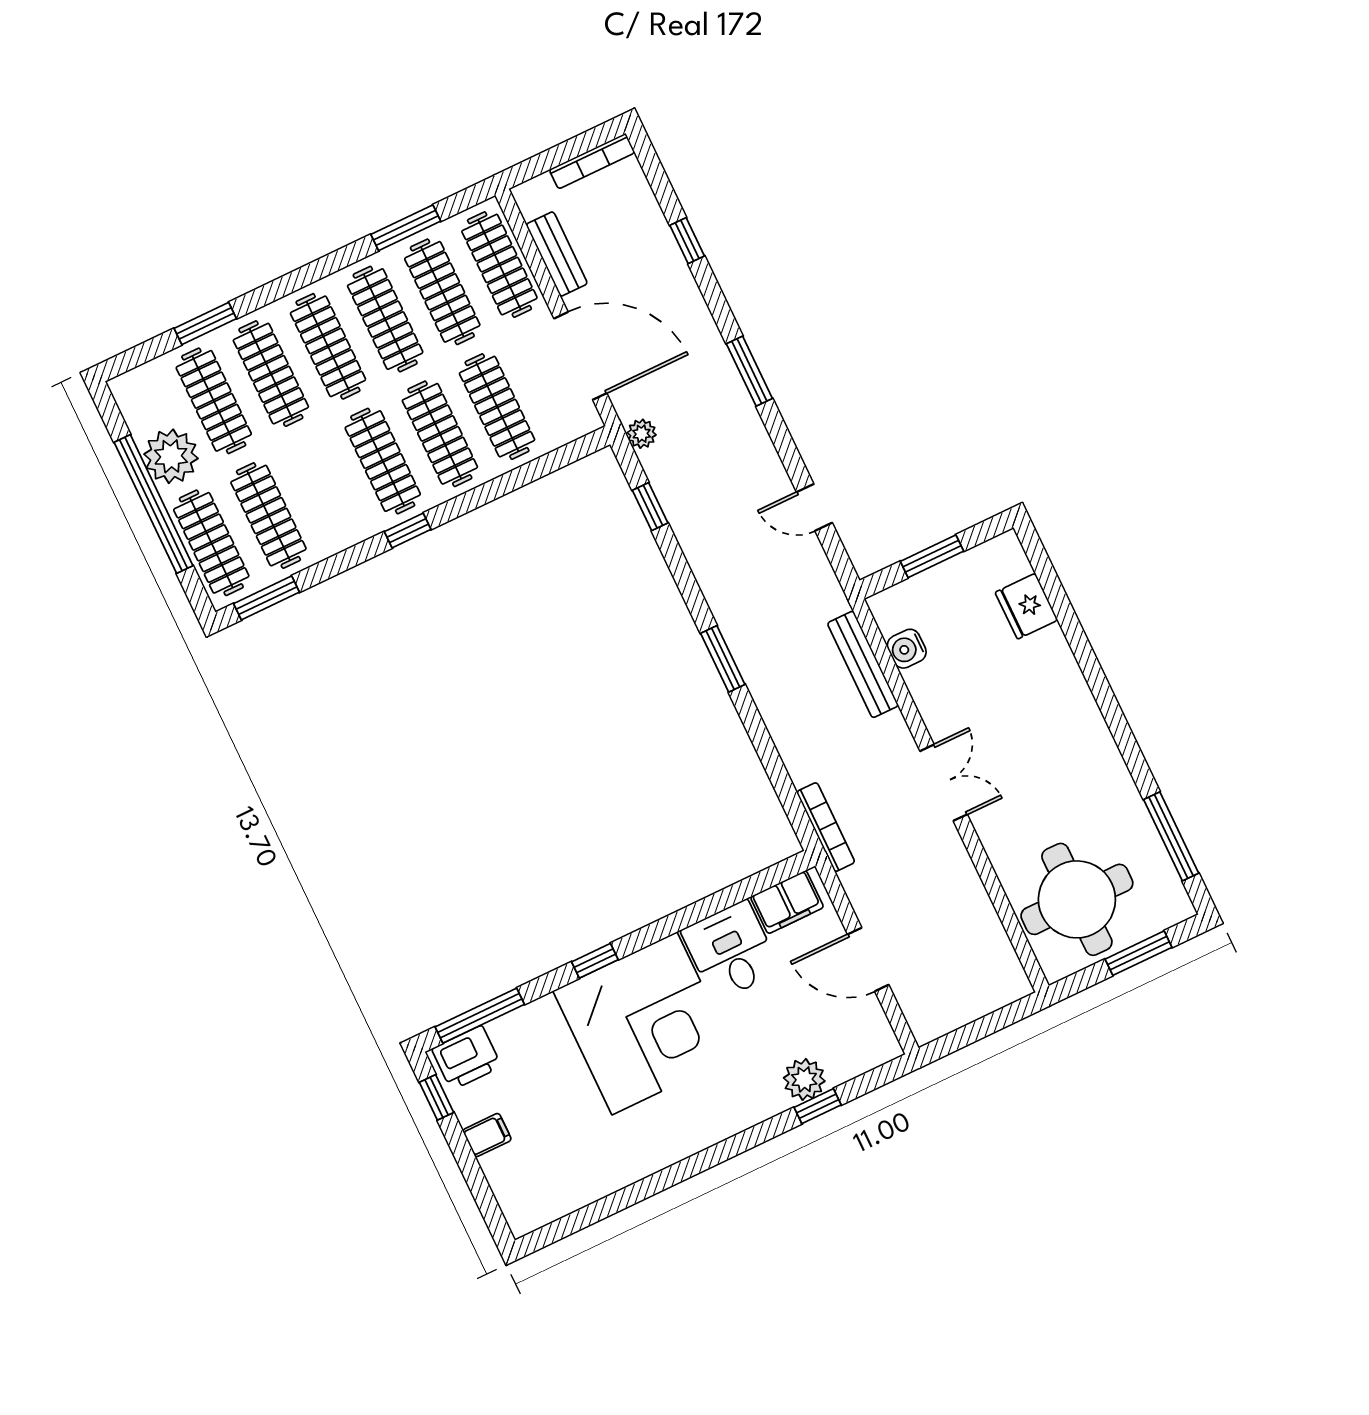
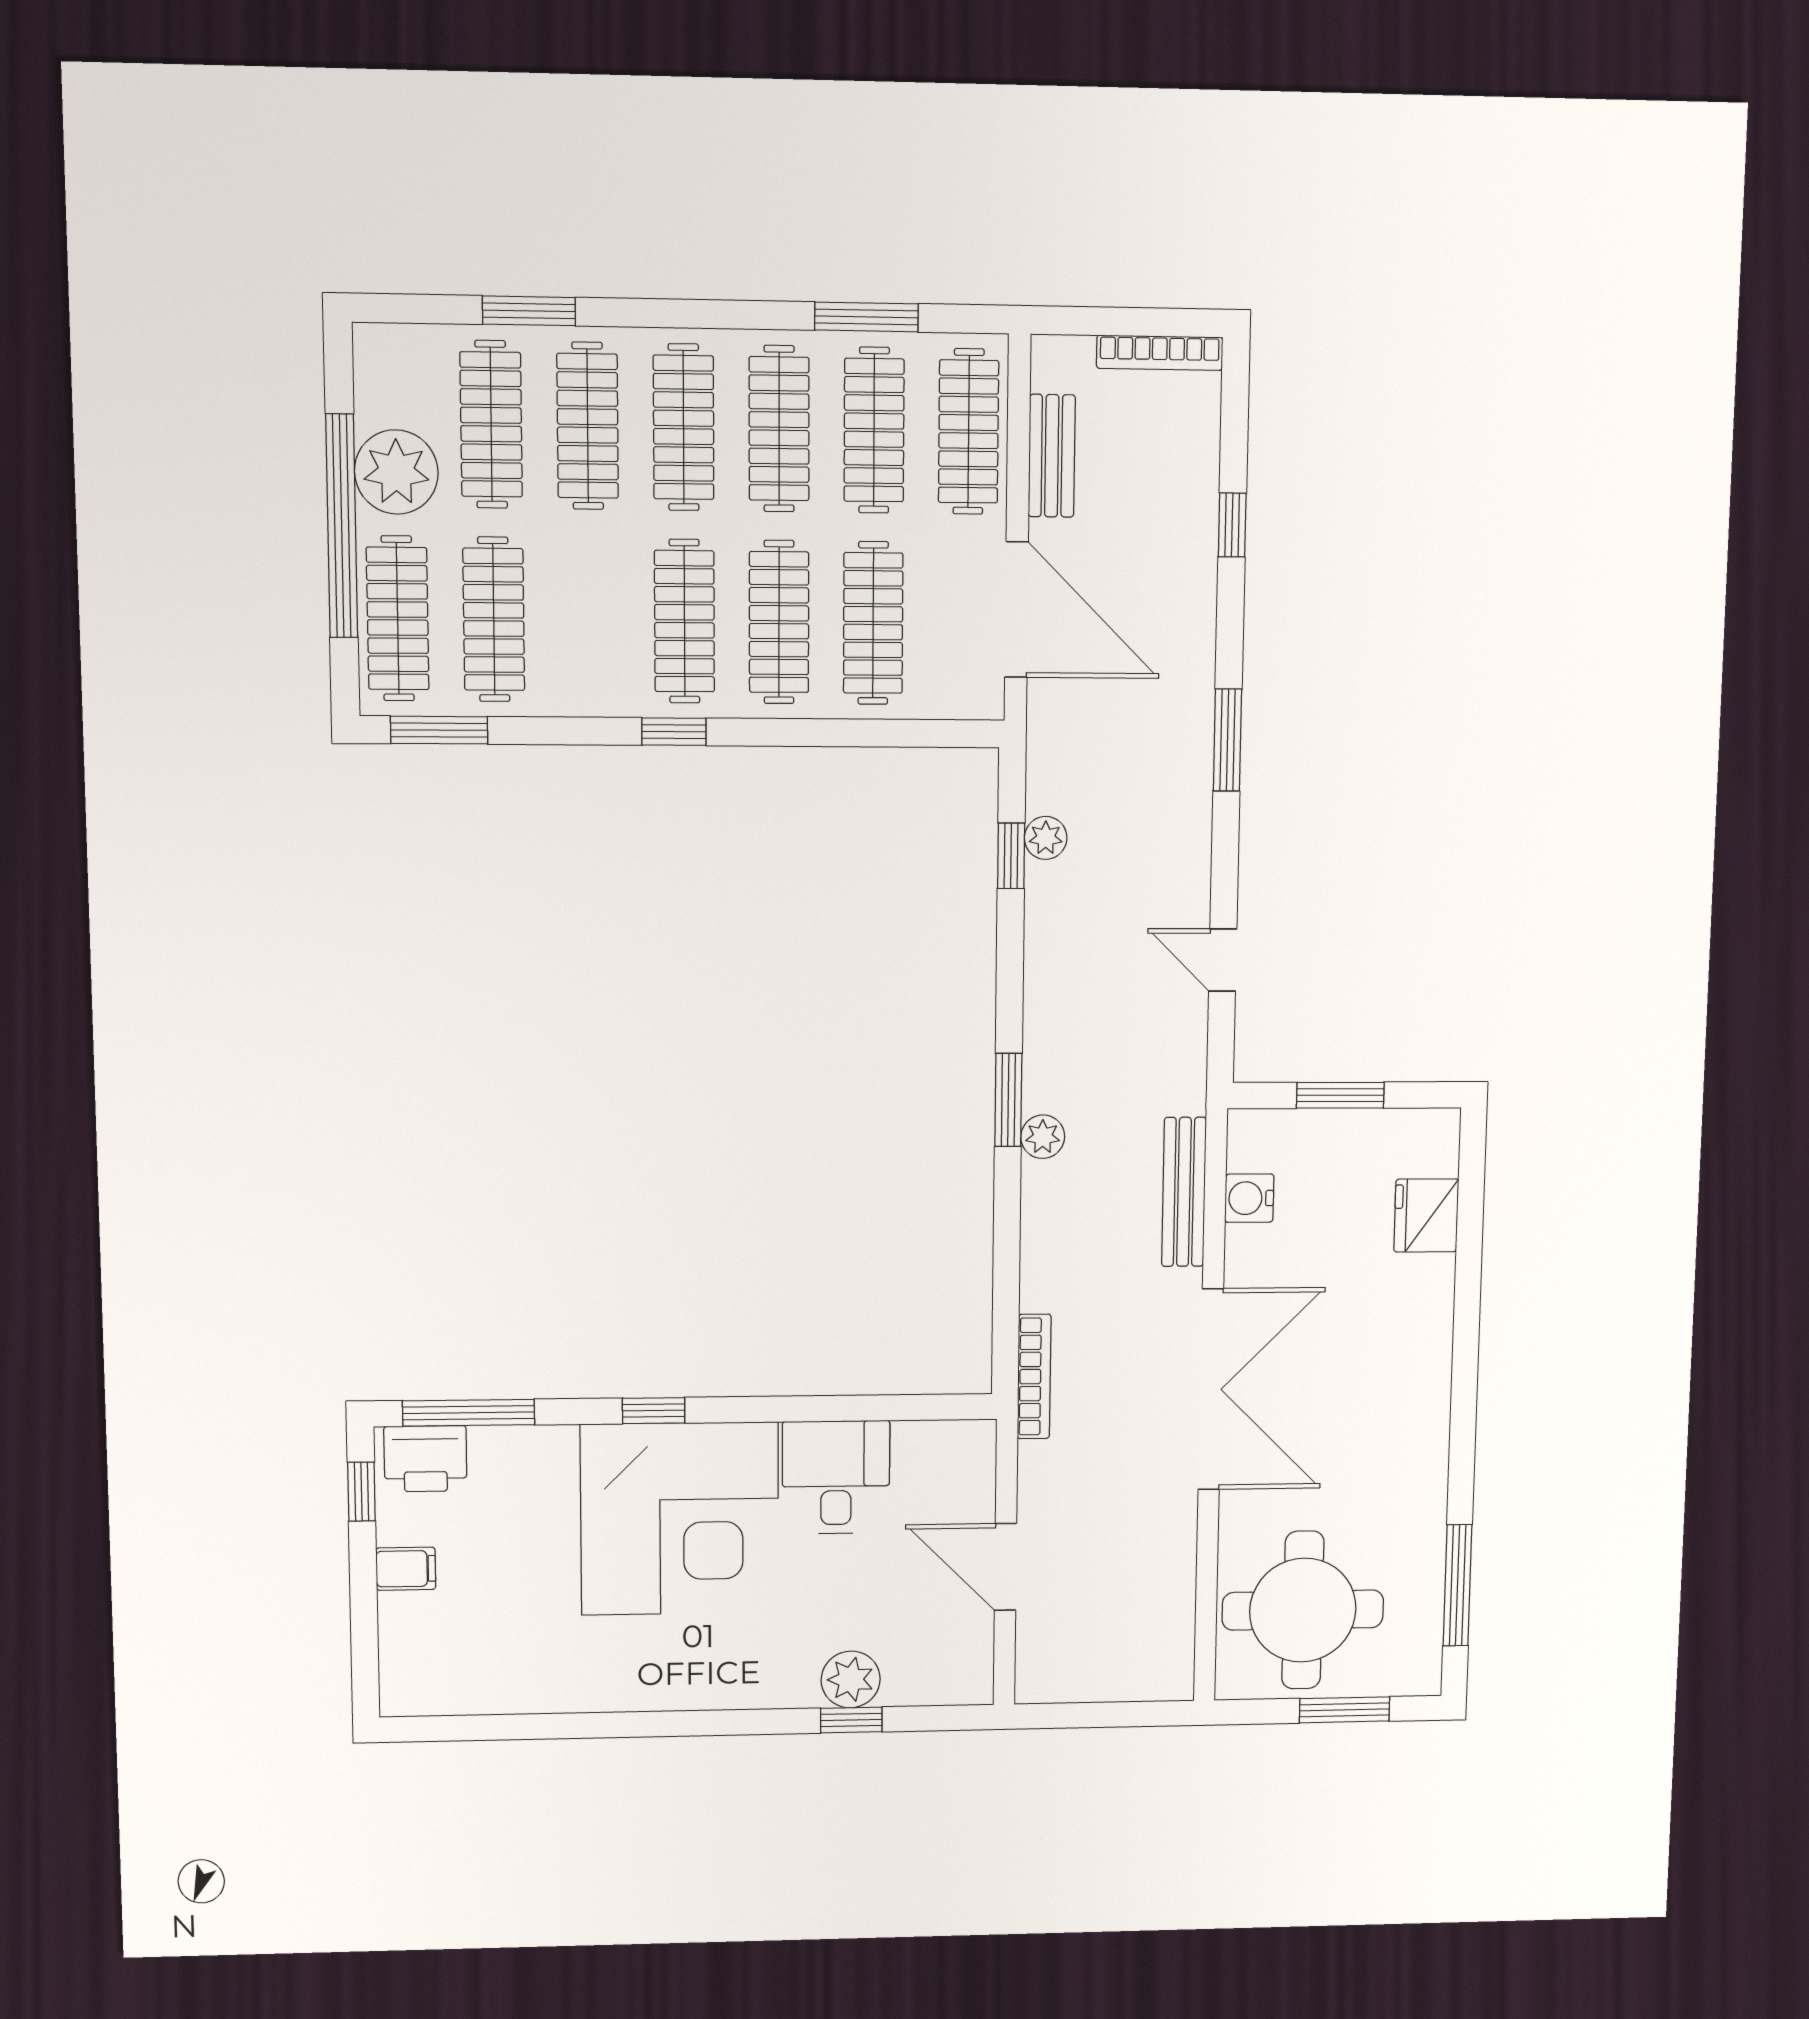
plant: (642, 434) -> (1046, 838), moved
plant: (756, 672) -> (1043, 1137), added
double door: (944, 783) -> (1211, 1389), width x1.87
filing cabinet: (787, 902) -> (938, 1448), removed

